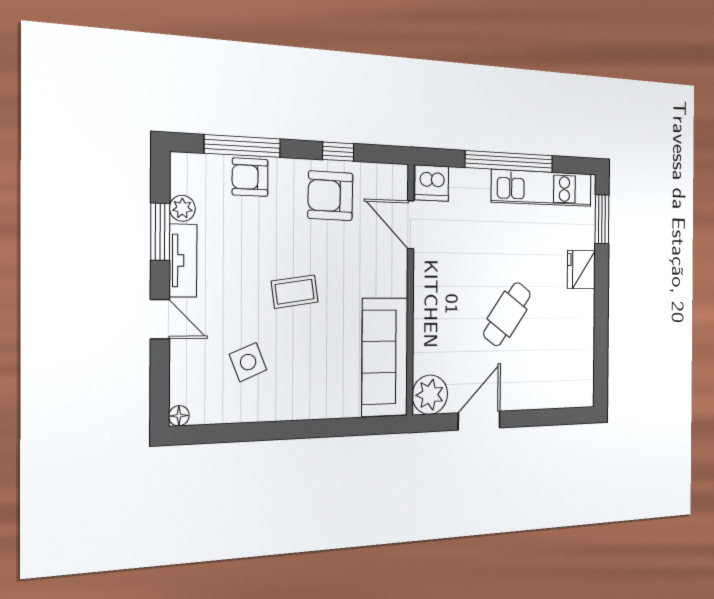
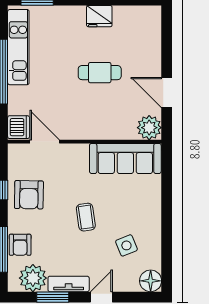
plant: (182, 208) -> (33, 278), width x1.88, depth x1.88
door: (411, 225) -> (45, 142), swing flipped
fridge: (581, 270) -> (99, 16), moved
cafe table: (507, 314) -> (100, 73), turned -36
floor lamp: (179, 416) -> (151, 281), width x1.89, depth x1.89

